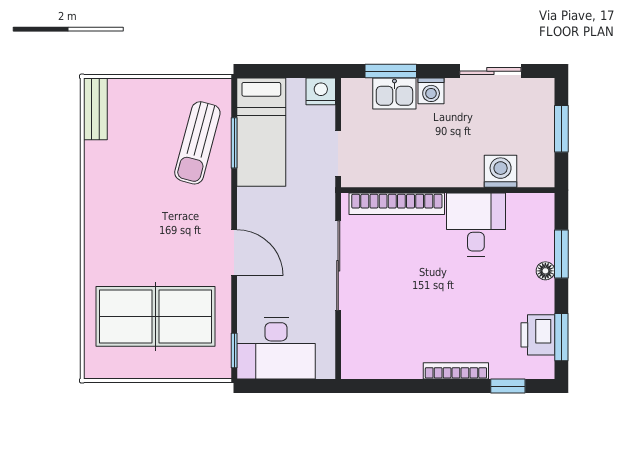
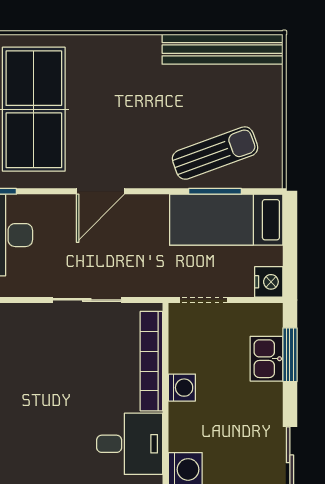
washing machine: (431, 91) -> (182, 388), moved, turned 180
bench: (95, 109) -> (222, 49), width x1.86, depth x1.21
sun lounger: (197, 143) -> (215, 153), turned 145
sliding door: (338, 266) -> (87, 300), width x0.73

